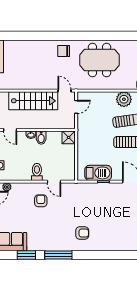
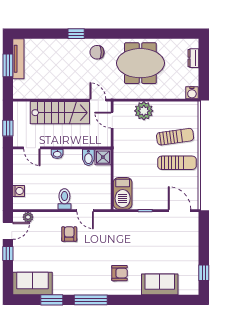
window: (47, 36) -> (76, 34), added
plant: (124, 99) -> (144, 111), moved
door: (76, 107) -> (112, 120), swing flipped
bidet: (41, 138) -> (88, 157), moved
barbecue: (98, 173) -> (123, 193), moved, turned 90
sofa: (115, 242) -> (160, 284), added

